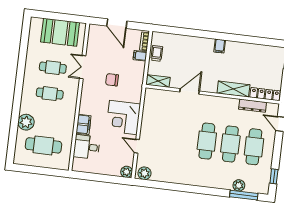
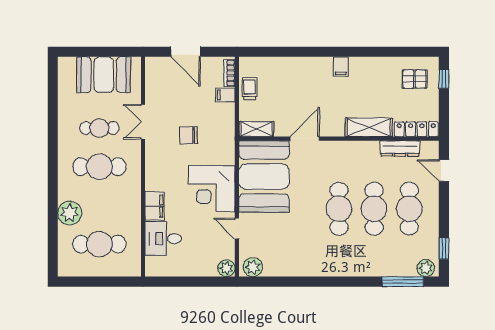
pallet: (268, 60) -> (415, 79), added
cafe table: (50, 94) -> (99, 167), width x1.37, depth x1.35
booth: (159, 113) -> (264, 177), added
plant: (239, 185) -> (426, 268), moved

